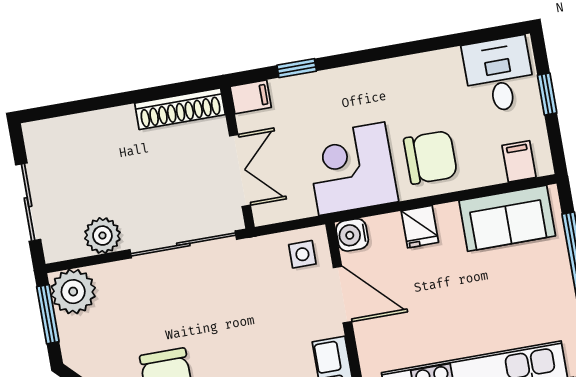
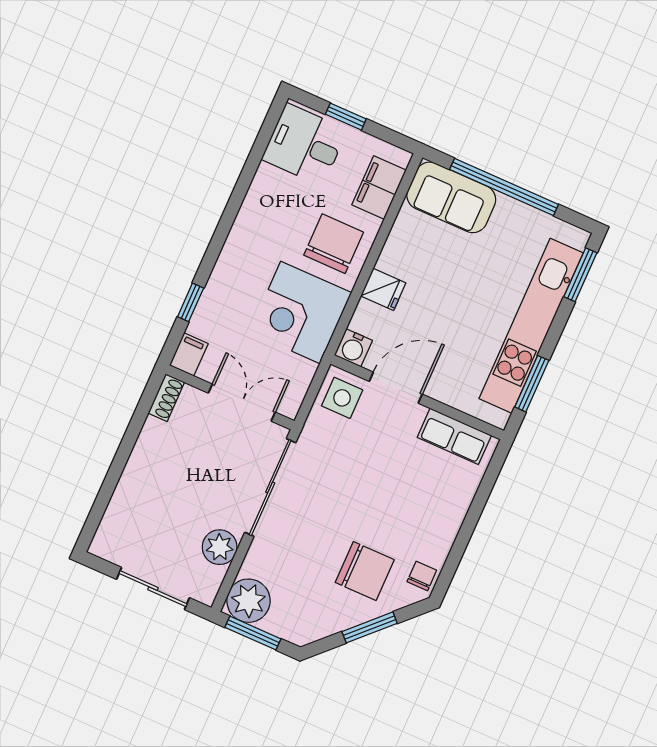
shoe rack: (180, 109) -> (166, 398), width x0.51, depth x0.81
filing cabinet: (519, 161) -> (379, 188), width x2.00
sofa: (507, 218) -> (451, 197), moved, turned 90
side table: (302, 254) -> (342, 398), width x1.37, depth x1.37

